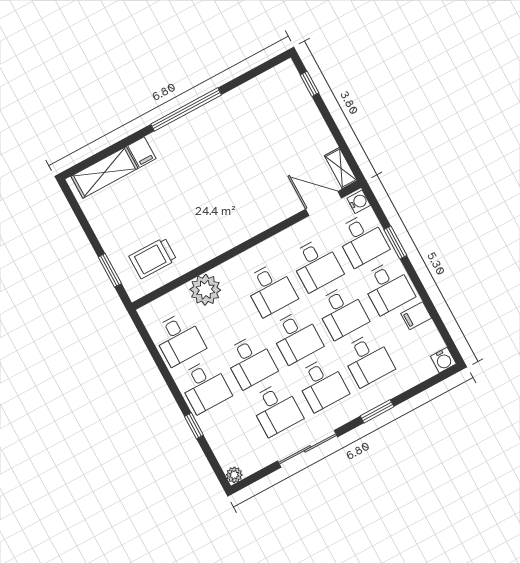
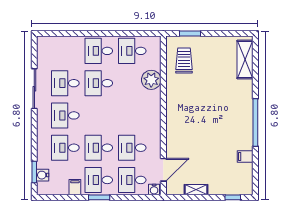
filing cabinet: (142, 152) -> (245, 156), moved
shelving: (341, 168) -> (196, 190), moved
window: (395, 243) -> (99, 197), moved
desk: (270, 289) -> (132, 115), removed
desk: (296, 337) -> (99, 115), removed
water cooler: (443, 360) -> (43, 175), moved
window: (377, 411) -> (34, 172), moved
window: (194, 426) -> (80, 33), removed
plant: (234, 475) -> (42, 41), removed

